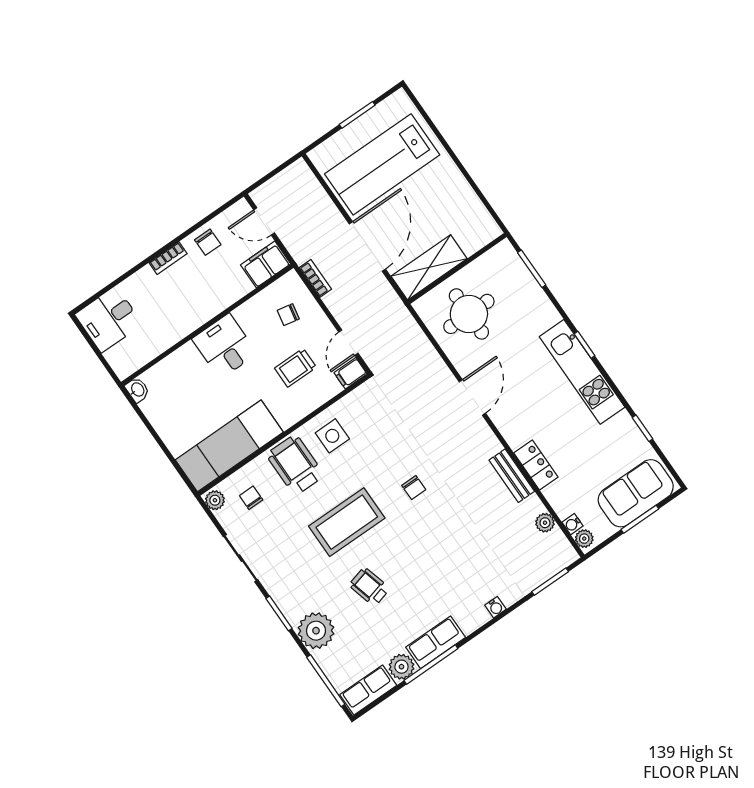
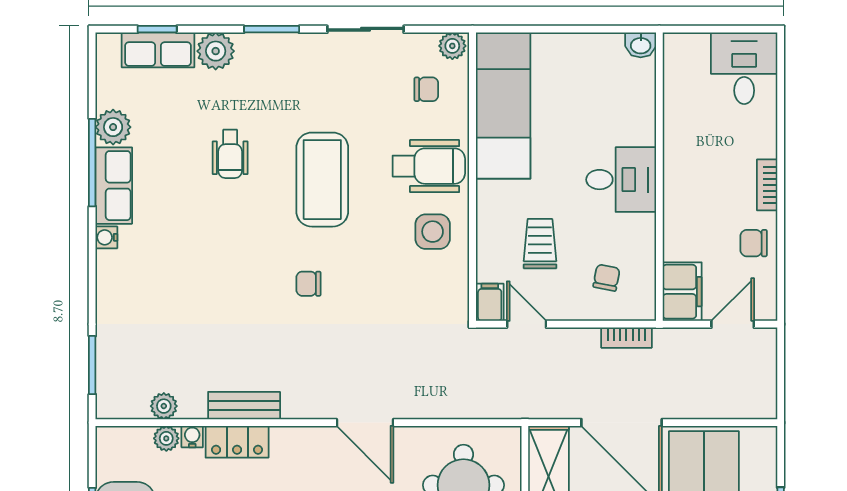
water cooler: (573, 524) -> (192, 437), moved
plant: (584, 539) -> (166, 438), moved
wheelchair: (369, 587) -> (230, 154), turned 105
water cooler: (495, 607) -> (106, 237), moved
plant: (316, 631) -> (216, 51), width x0.73, depth x0.73
window: (326, 681) -> (157, 29), width x0.46
row of seats: (368, 690) -> (158, 50), moved, turned 90

